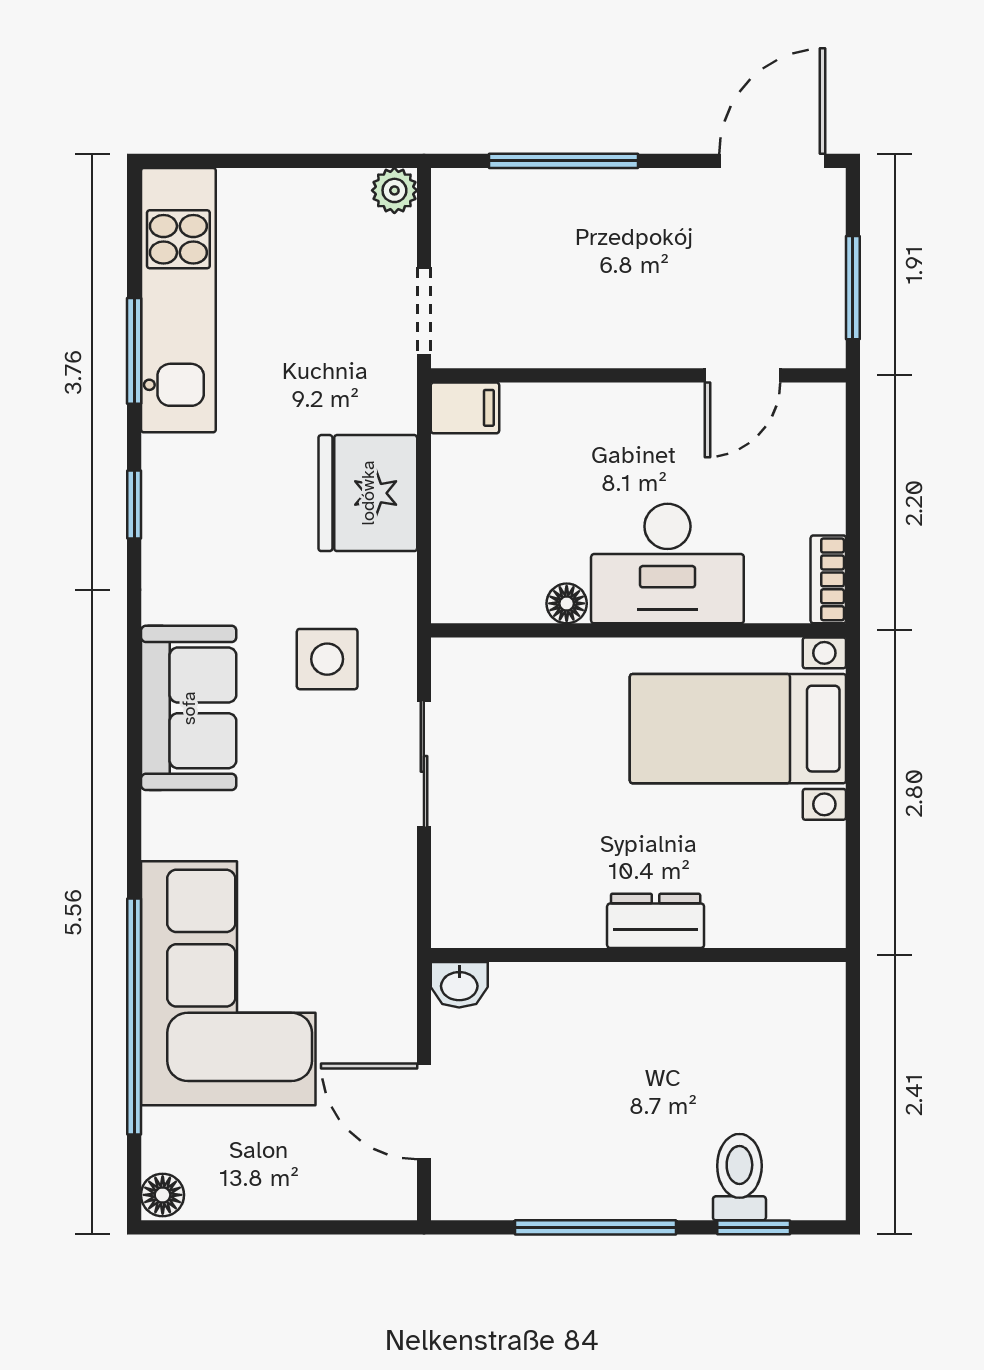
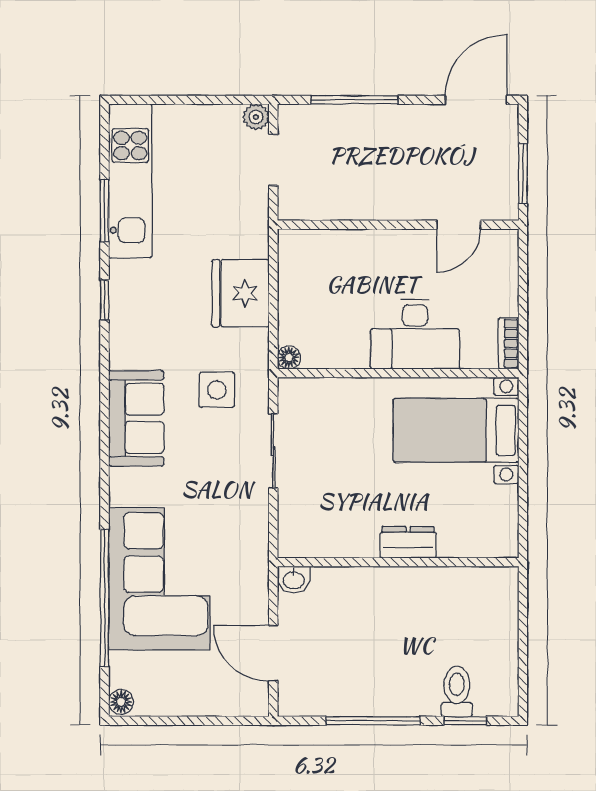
doorway: (424, 311) -> (273, 160), moved
filing cabinet: (465, 408) -> (297, 244), removed
floor lamp: (567, 603) -> (289, 358), moved

